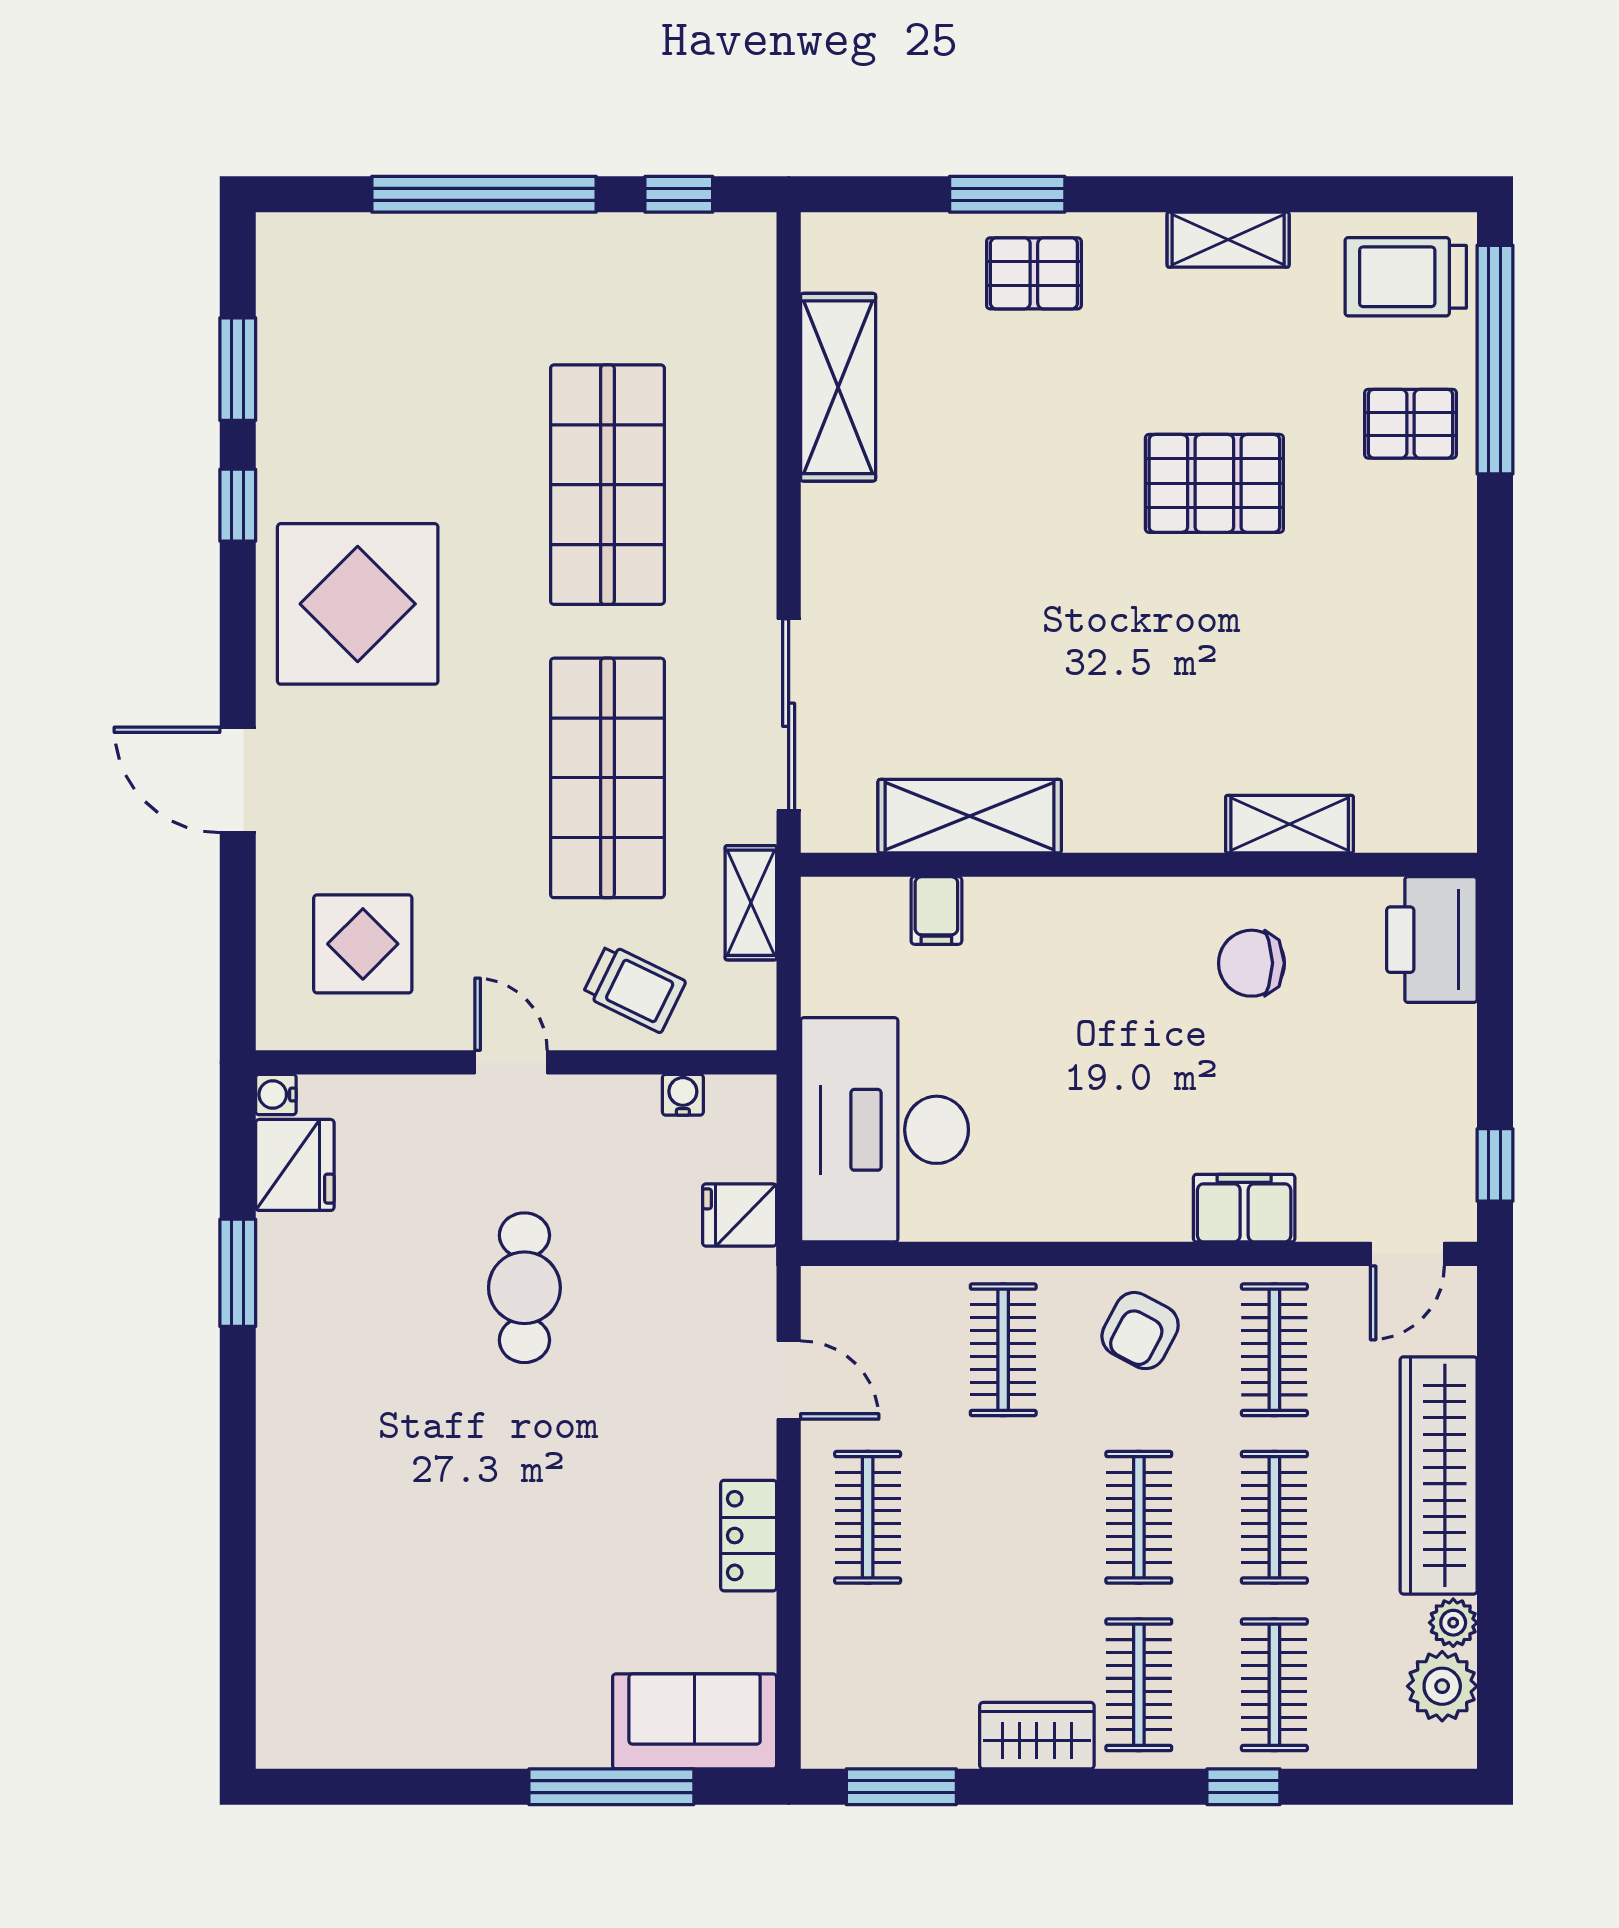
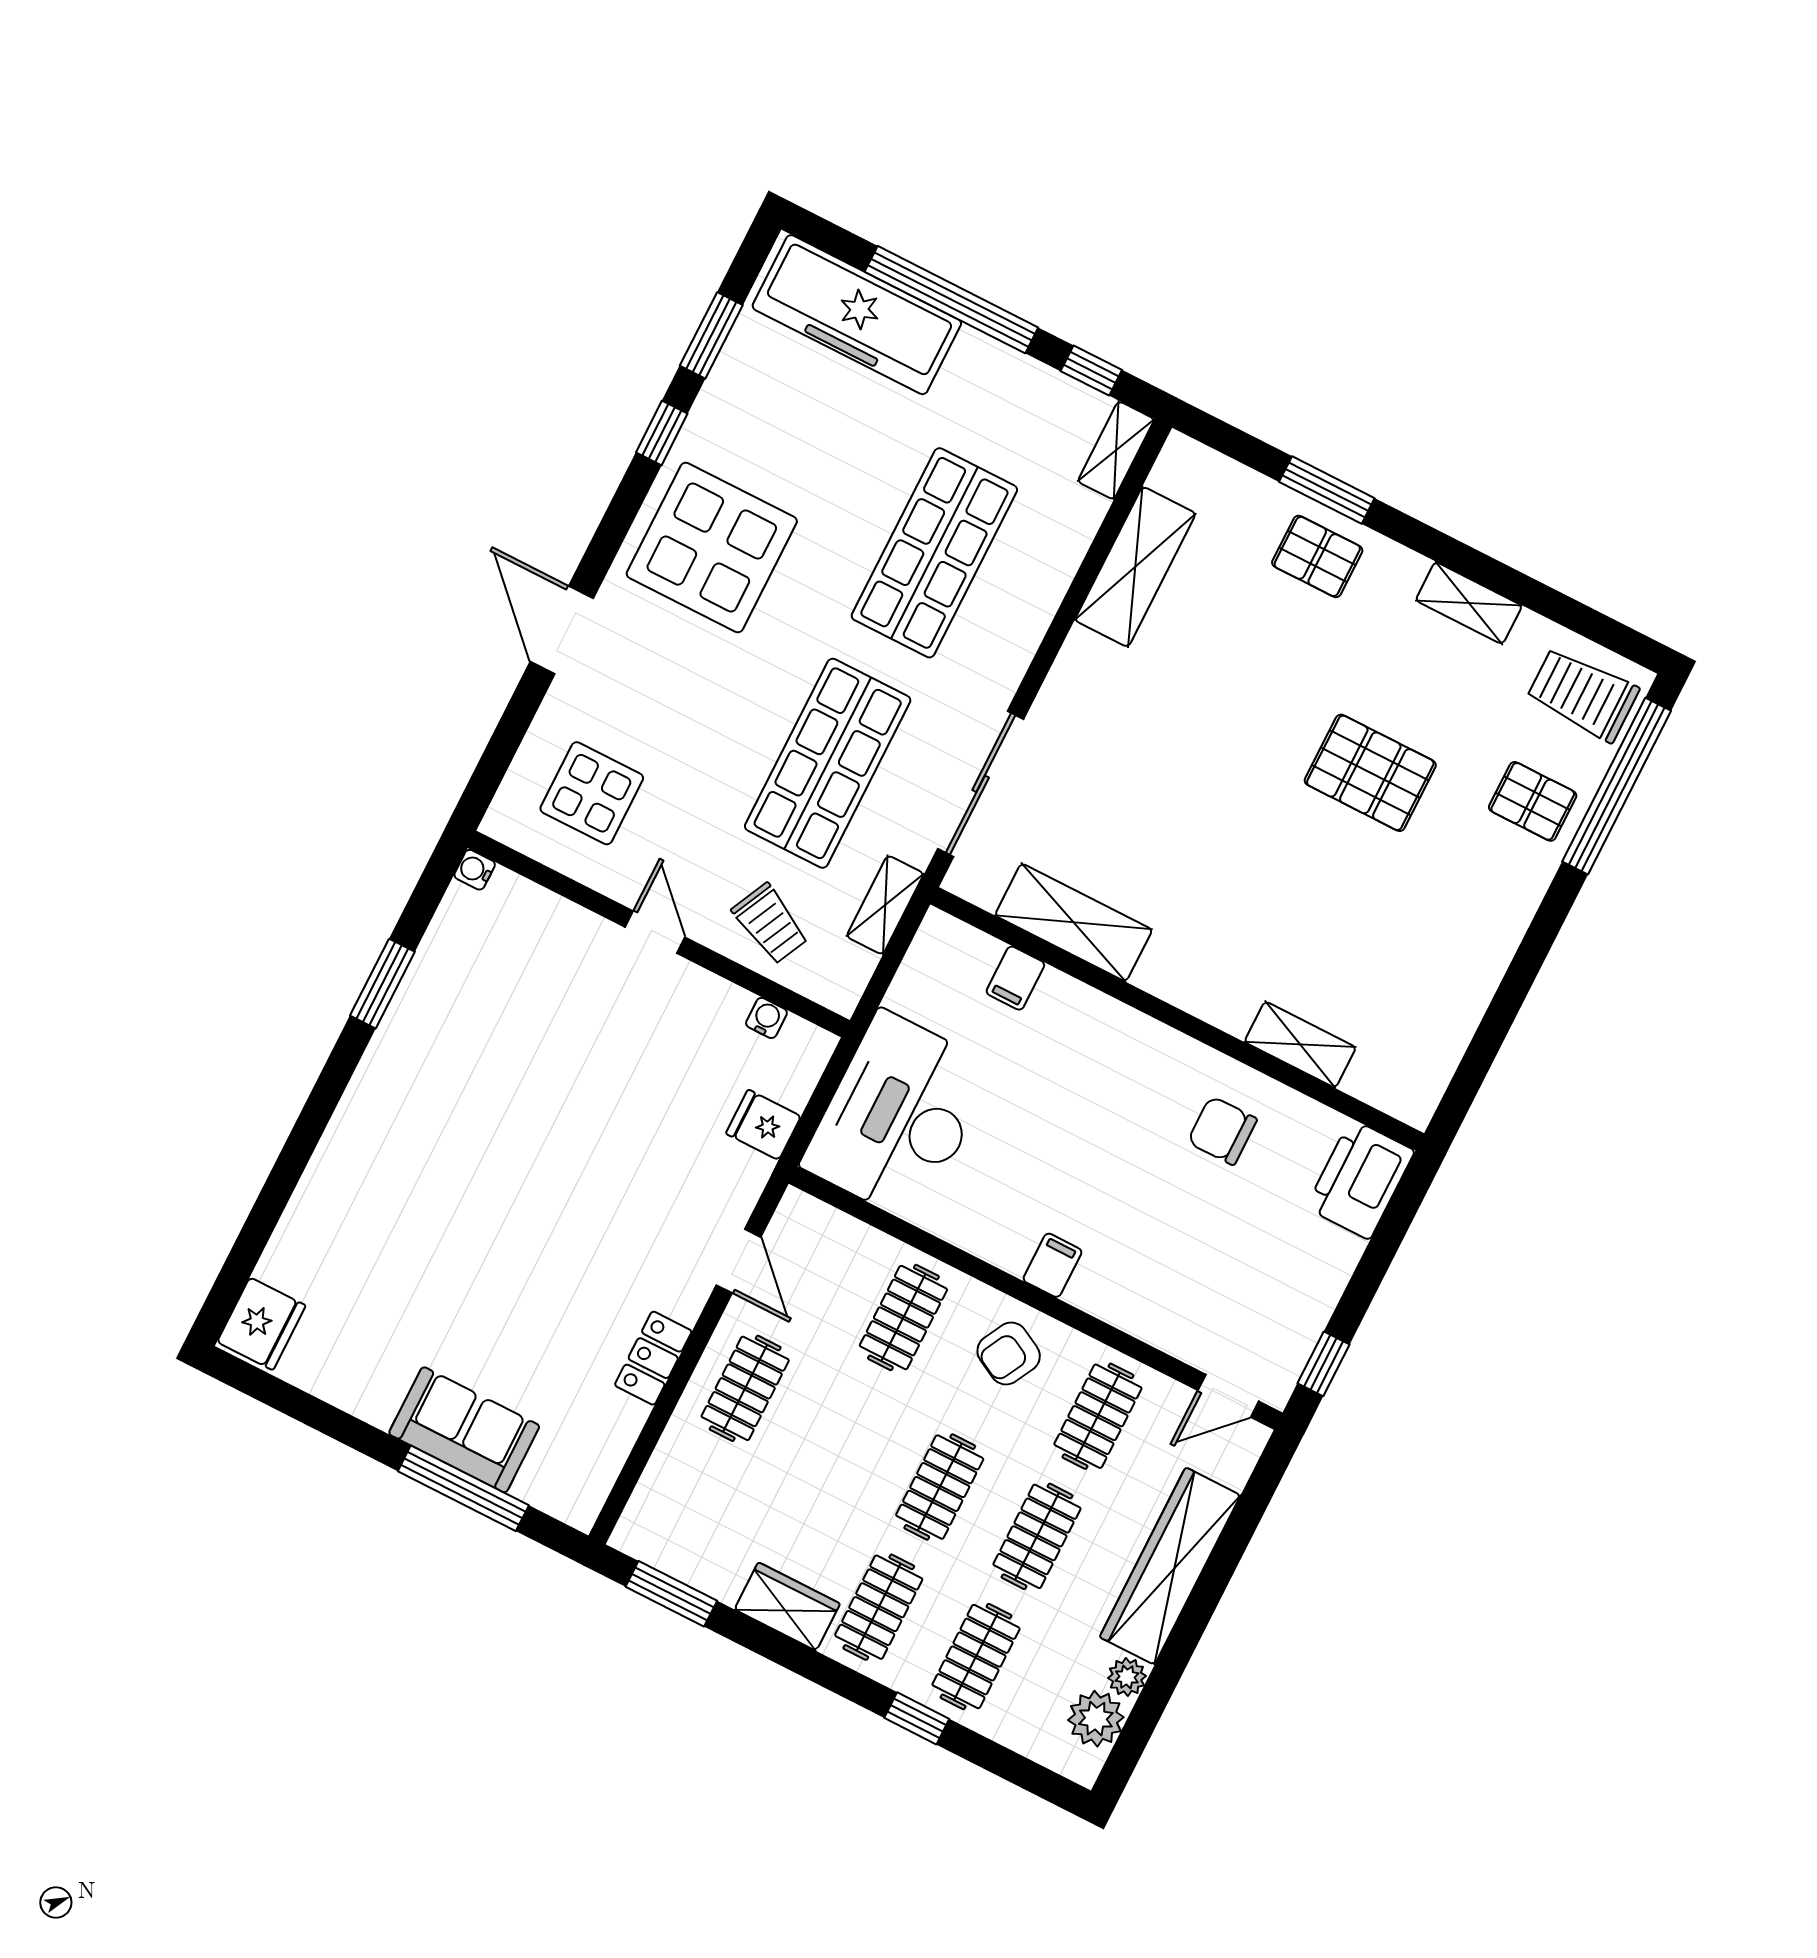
freezer: (387, 264) -> (857, 315), added
shelving: (751, 269) -> (1116, 450), added
fridge: (295, 1165) -> (261, 1324), moved
filing cabinet: (1244, 1208) -> (1052, 1265), moved, width x0.50
cafe table: (524, 1288) -> (583, 1099), removed
sofa: (695, 1721) -> (464, 1430), moved

